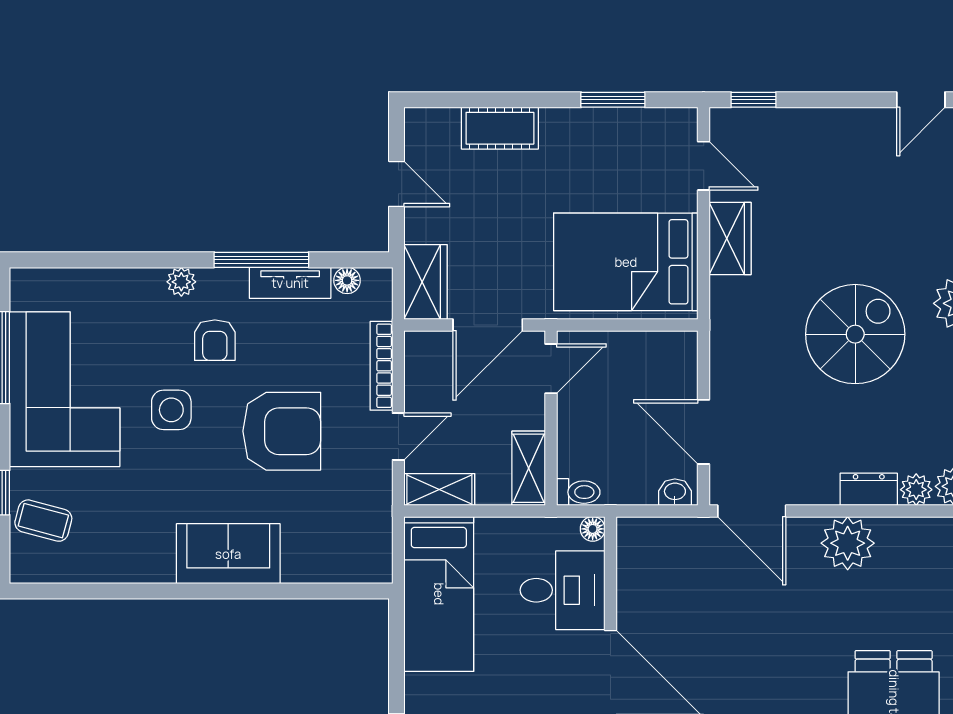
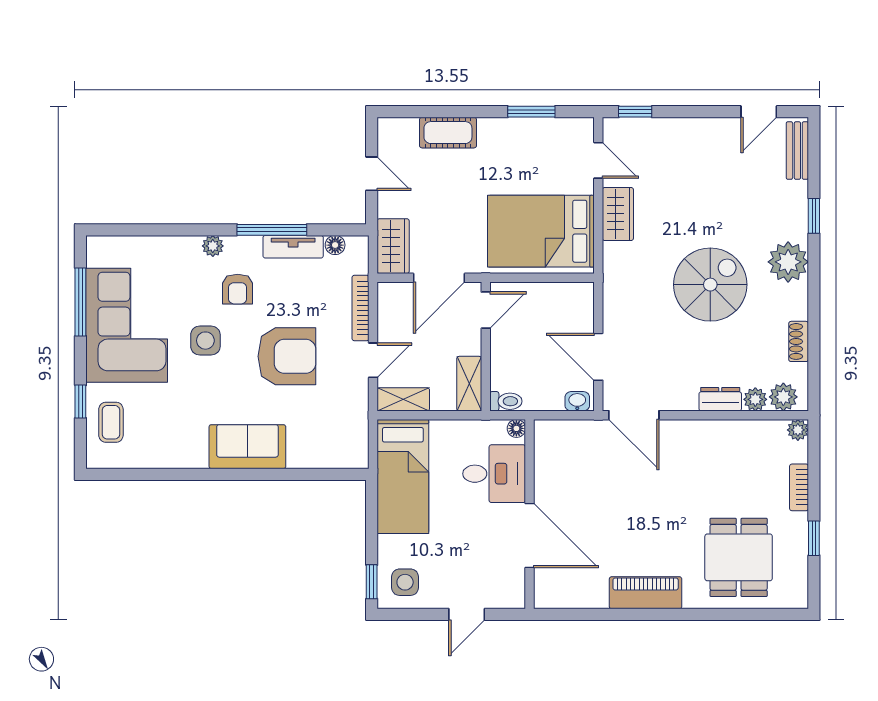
coffee table: (43, 521) -> (111, 422), turned 75
plant: (848, 543) -> (705, 439), removed

